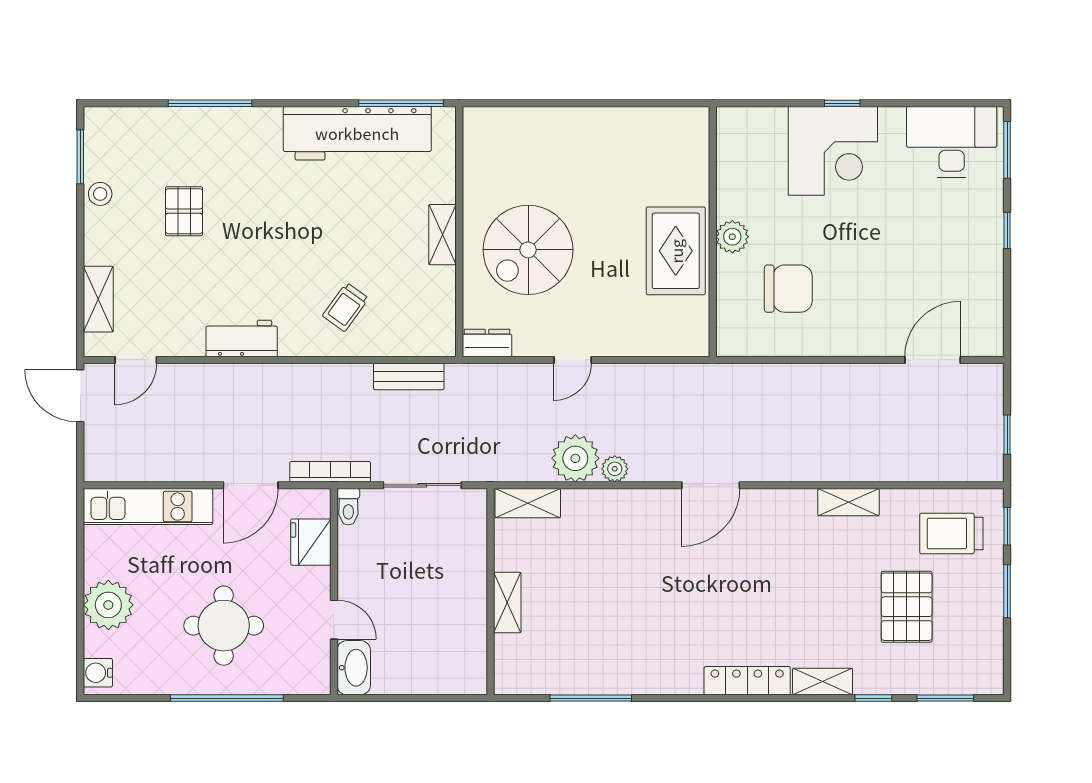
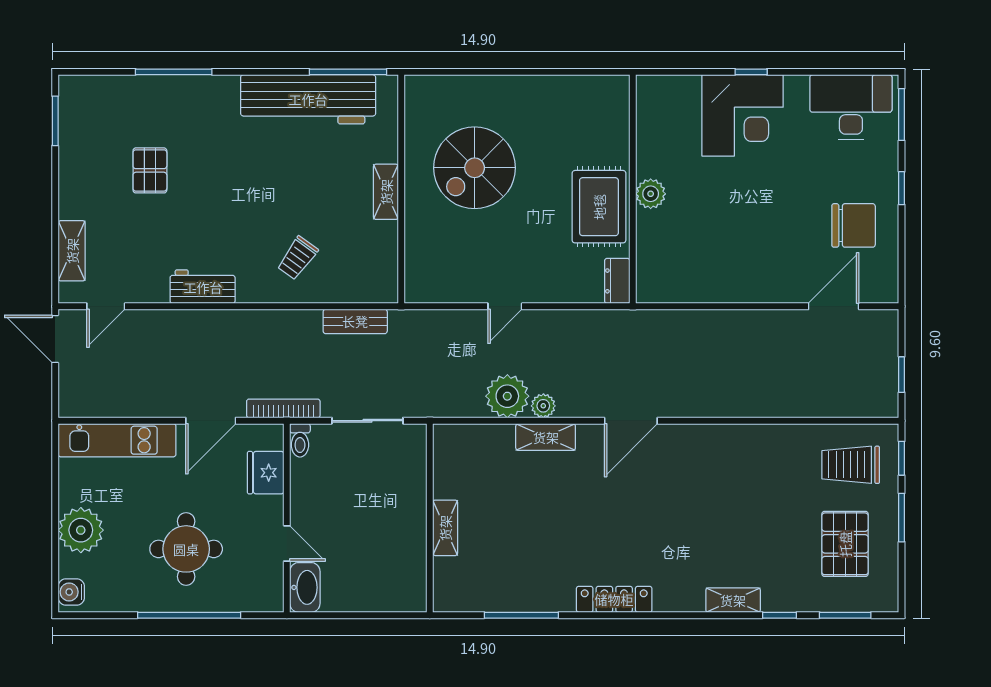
stool: (100, 194) -> (73, 155), removed
spiral stairs: (528, 250) -> (475, 168), moved
chair: (788, 289) -> (854, 225), moved
dresser: (487, 343) -> (617, 281), moved, turned -90
shelving: (849, 502) -> (757, 436), removed
shelving: (528, 503) -> (546, 437), moved
pallet: (907, 607) -> (845, 544), moved
locker: (747, 681) -> (614, 599), moved

